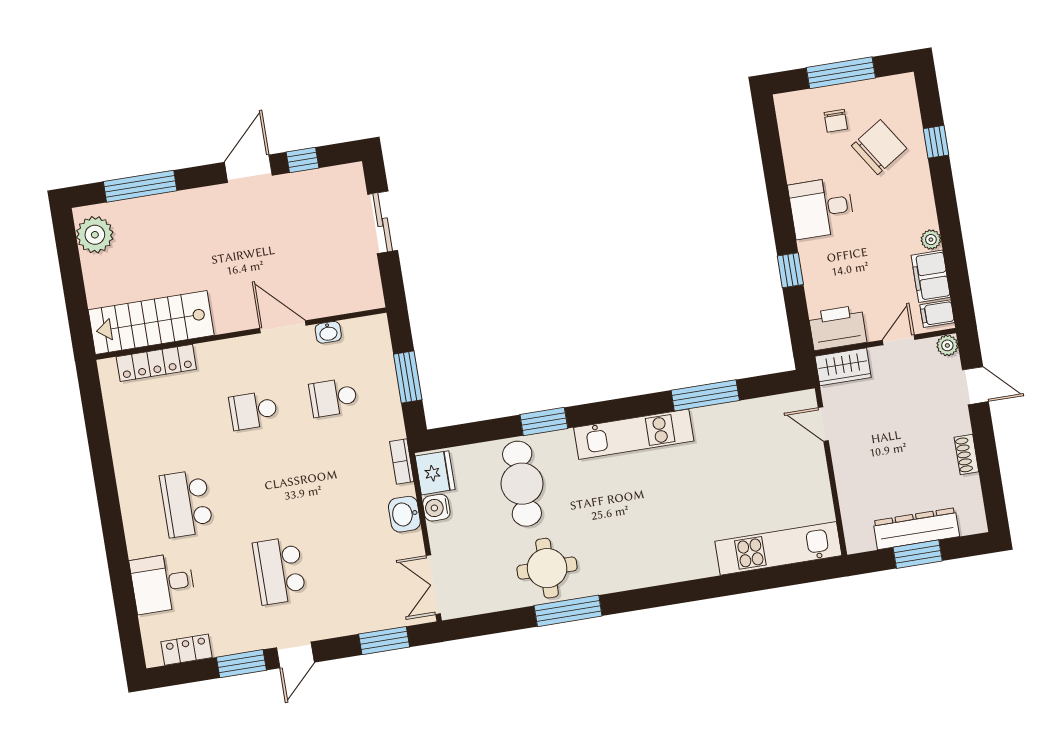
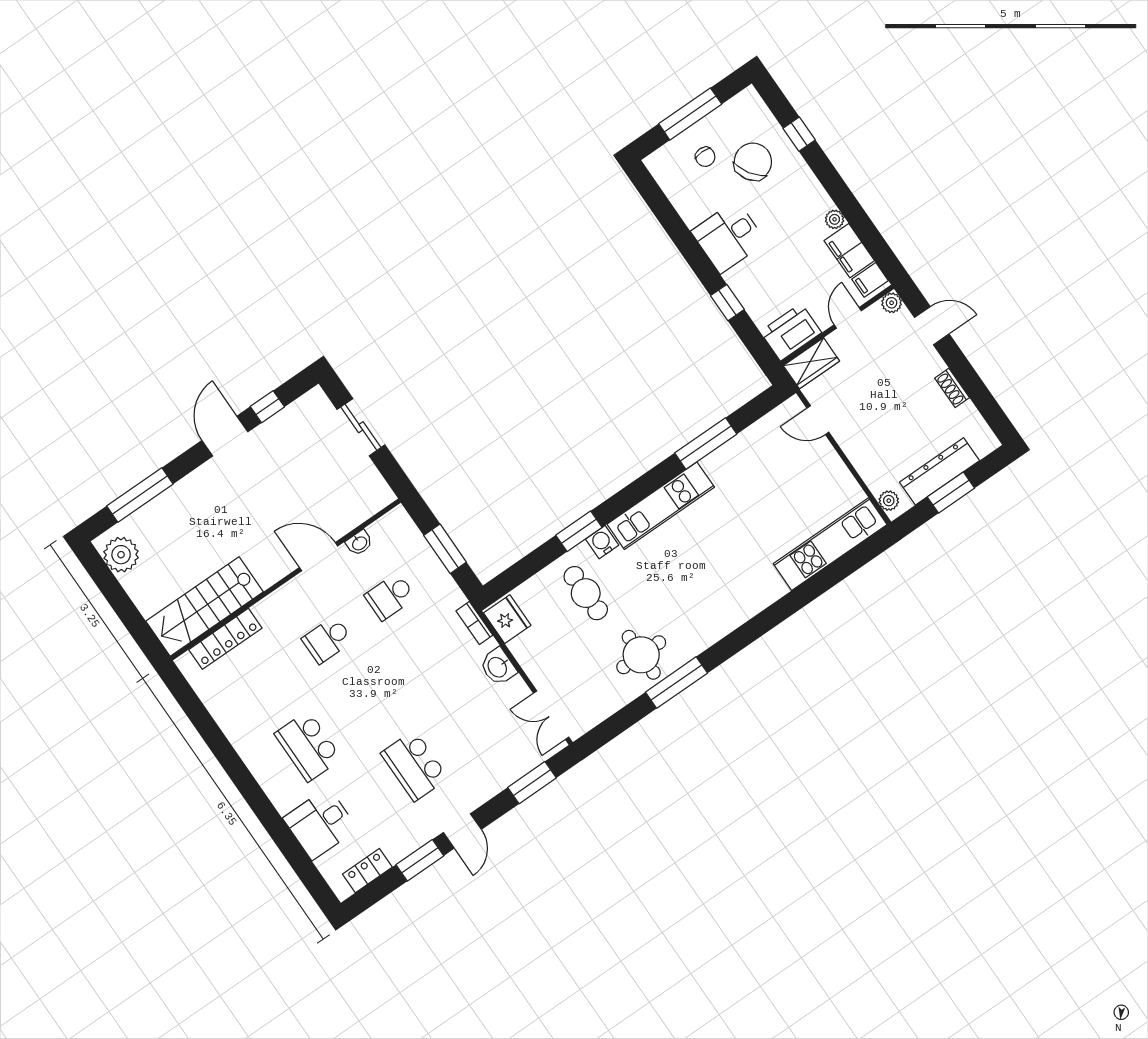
cafe table: (522, 484) -> (586, 593), width x0.73, depth x0.74
water cooler: (436, 508) -> (602, 542), moved, turned 90
plant: (854, 534) -> (889, 501), added

